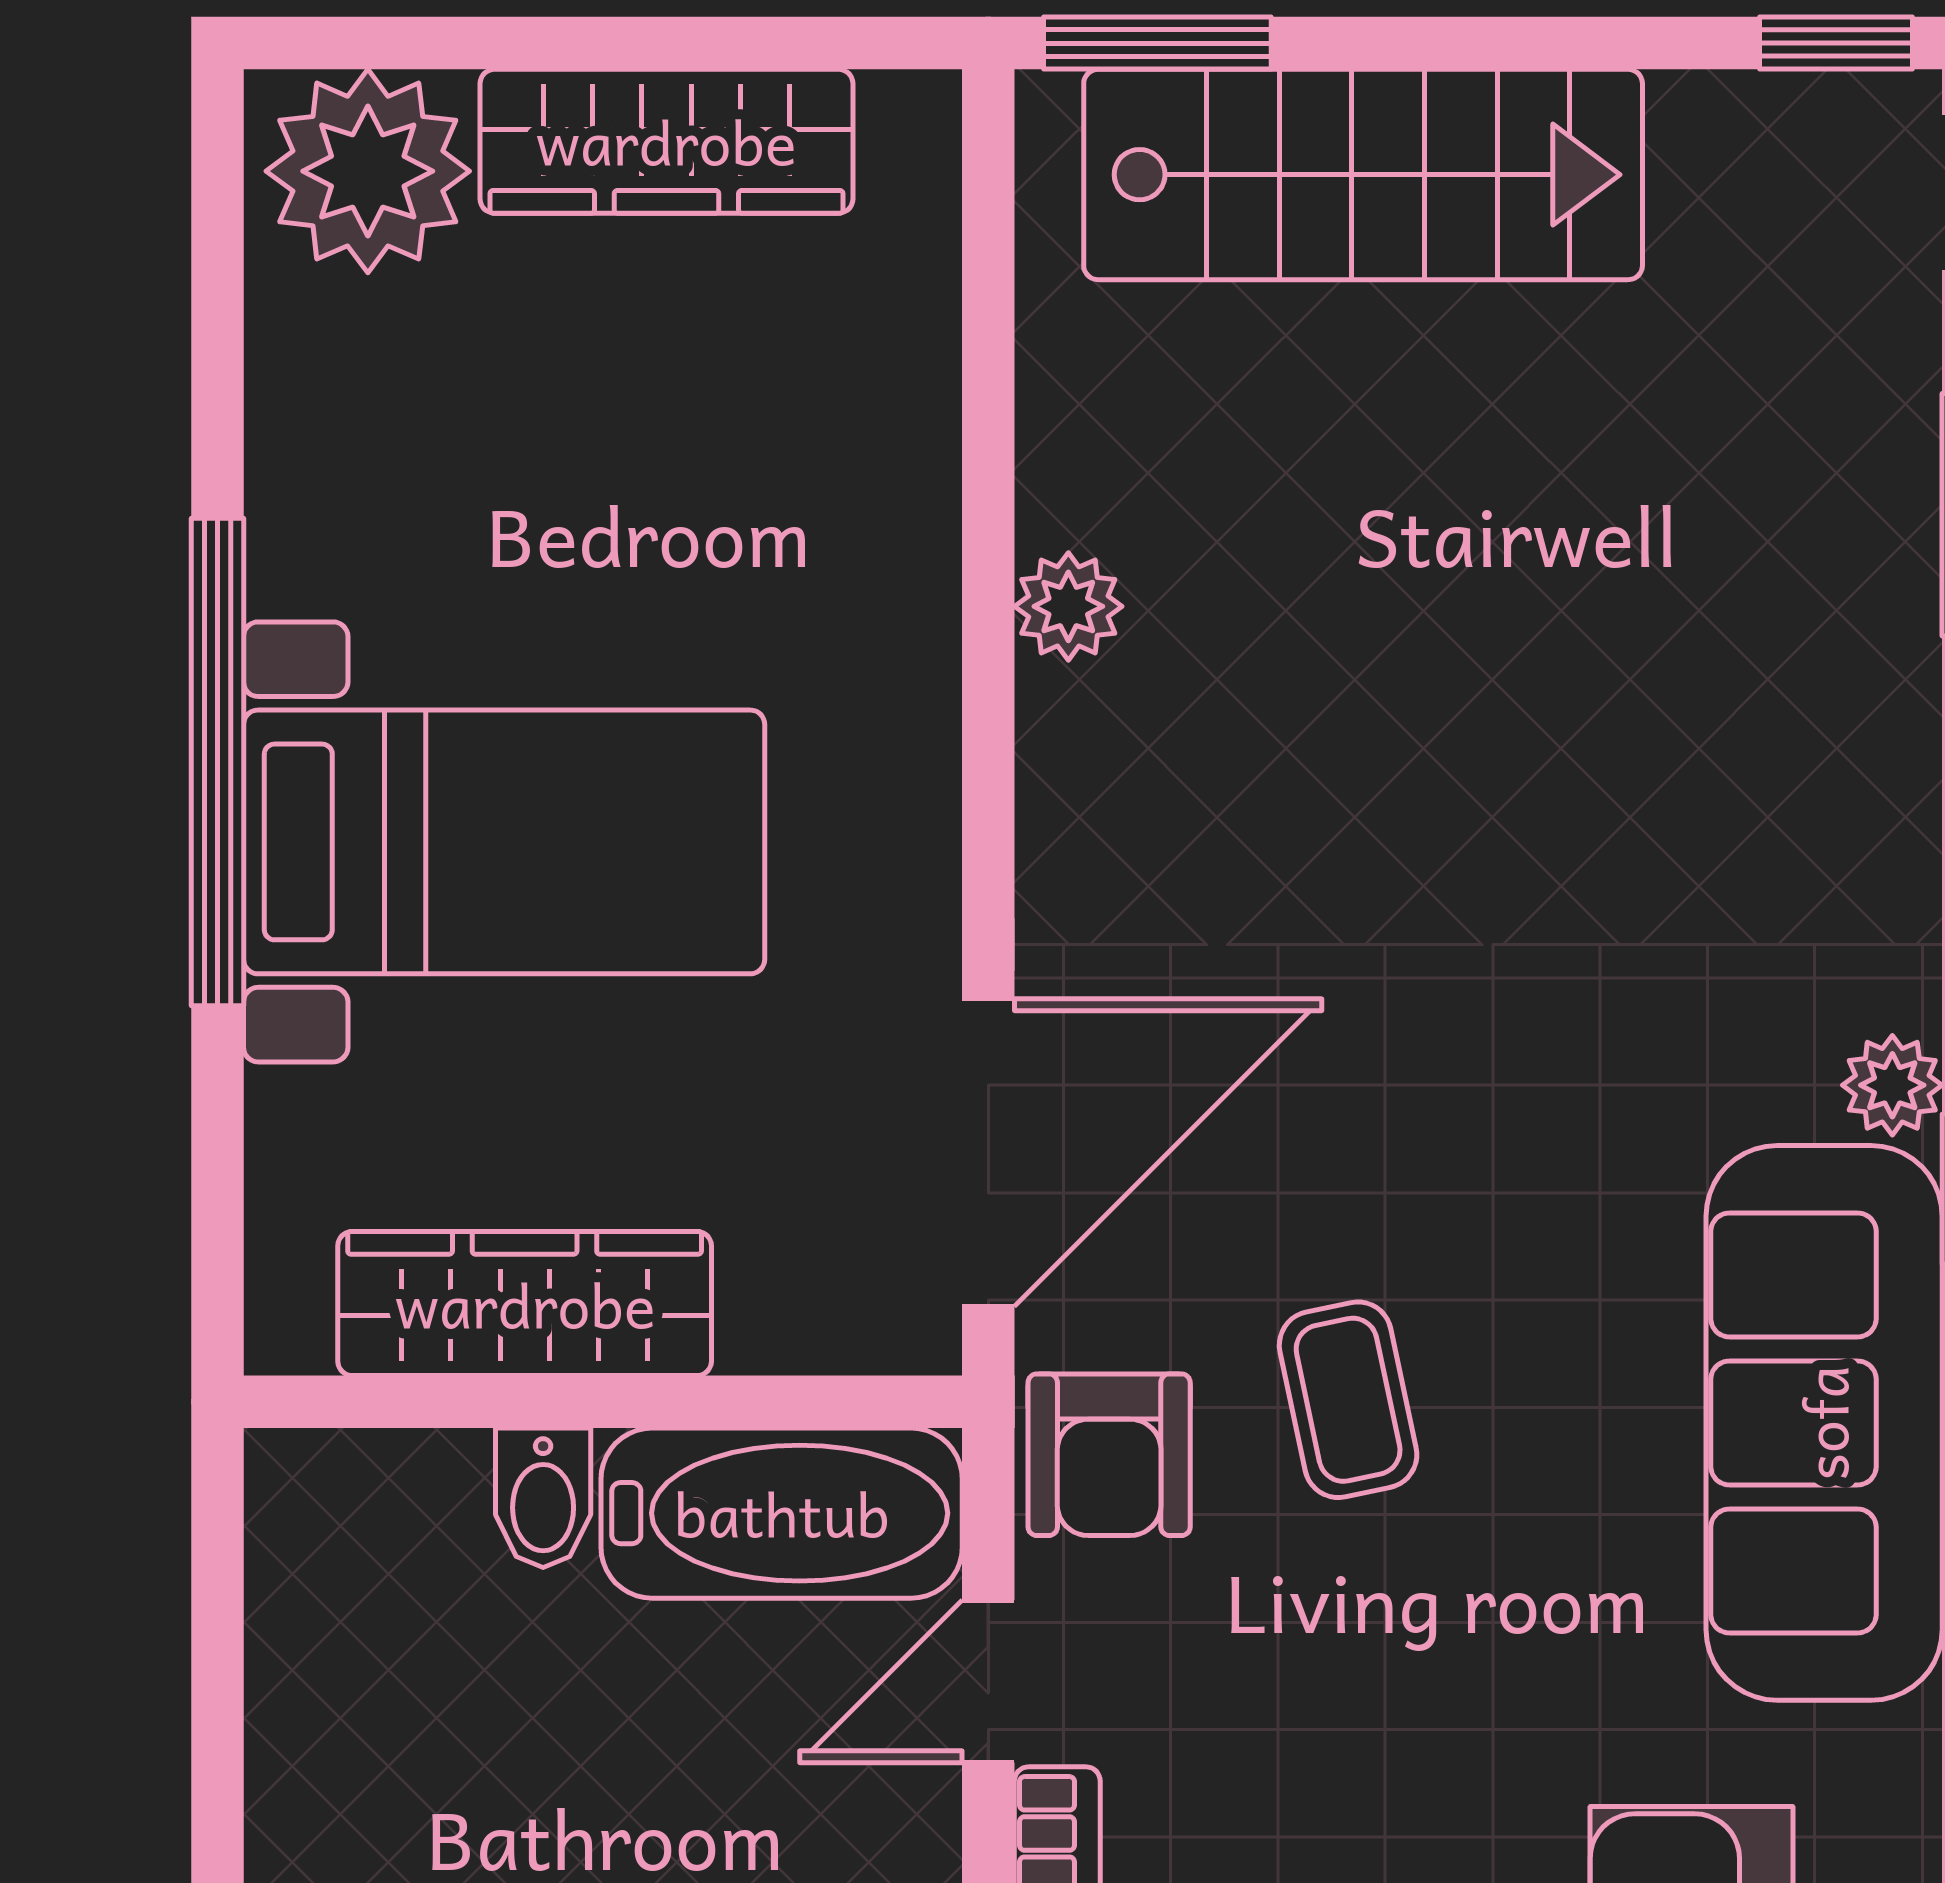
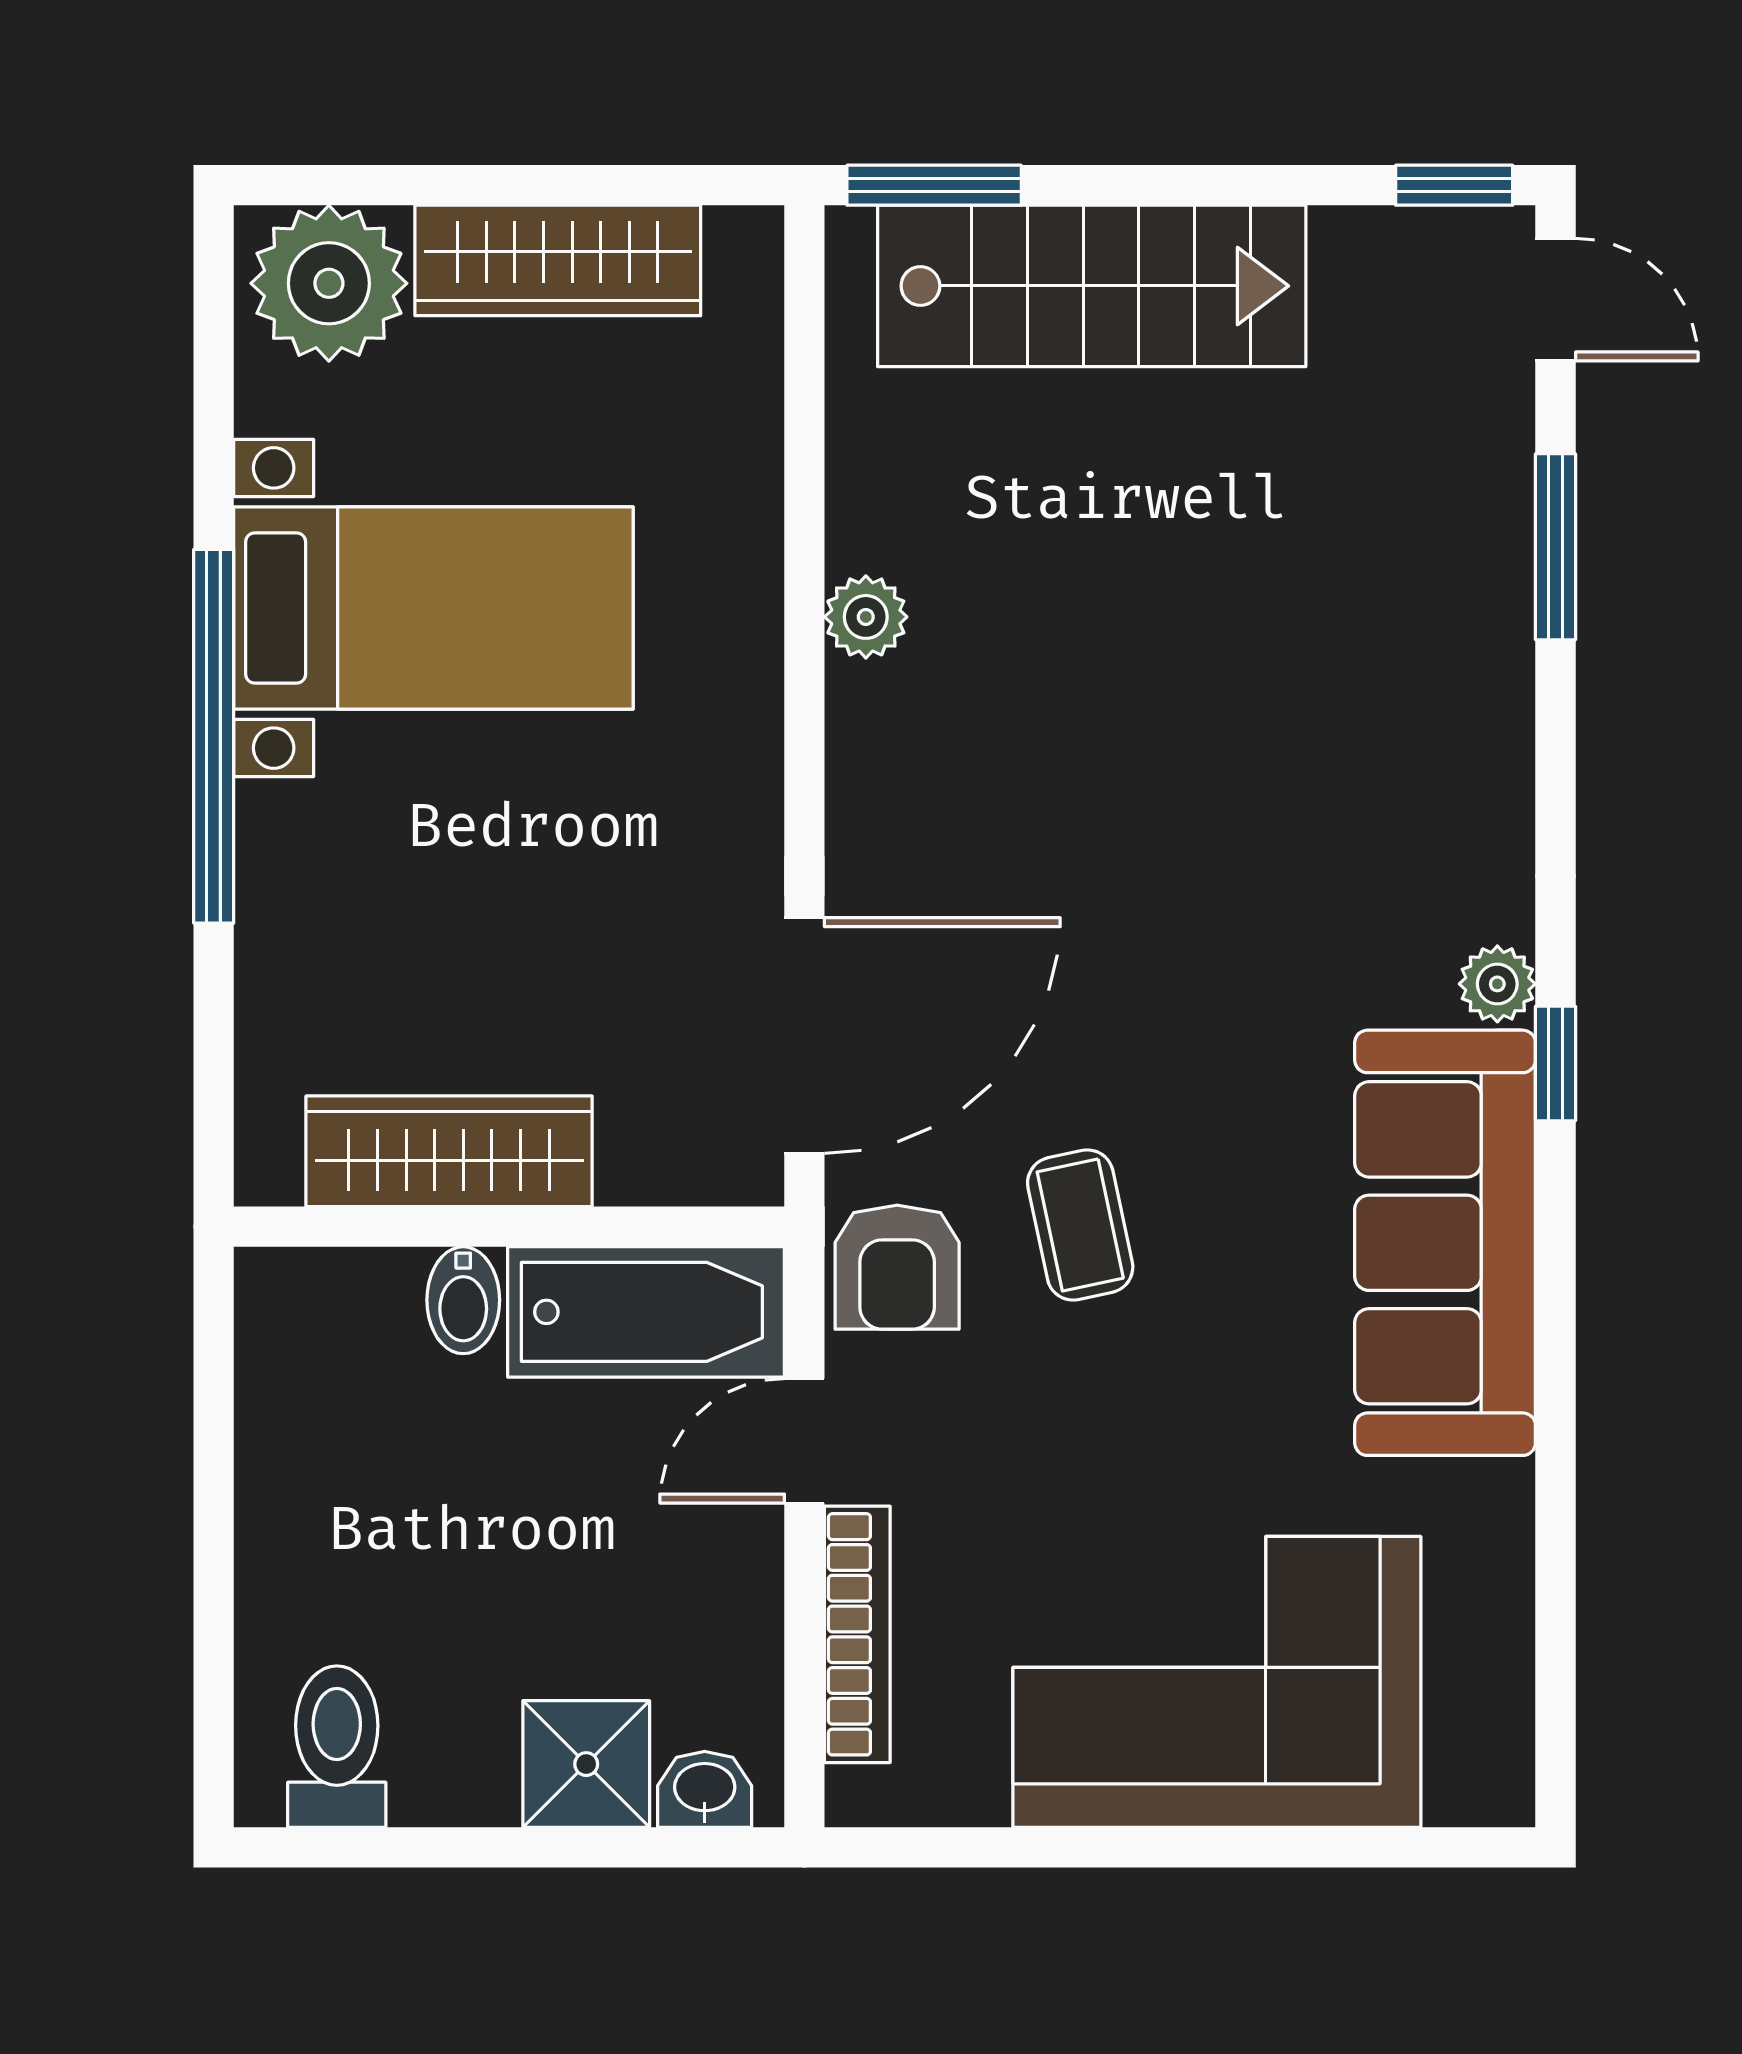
bed with nightstands: (504, 842) -> (433, 608), moved

